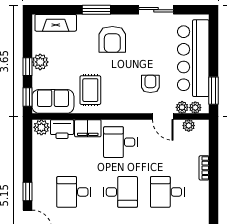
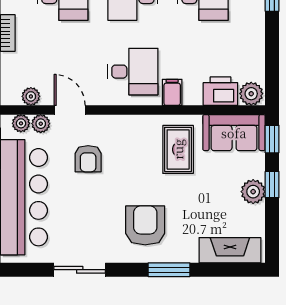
filing cabinet: (88, 128) -> (172, 92), width x0.50

